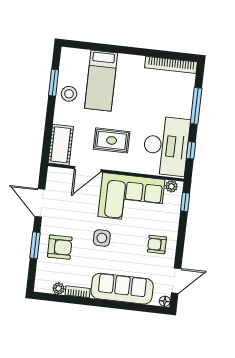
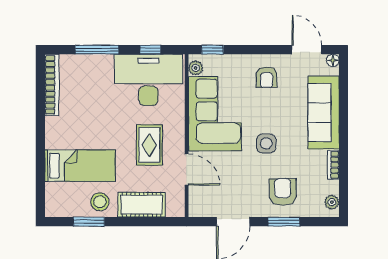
cot: (61, 145) -> (142, 205), moved
plant: (59, 288) -> (332, 202), moved

